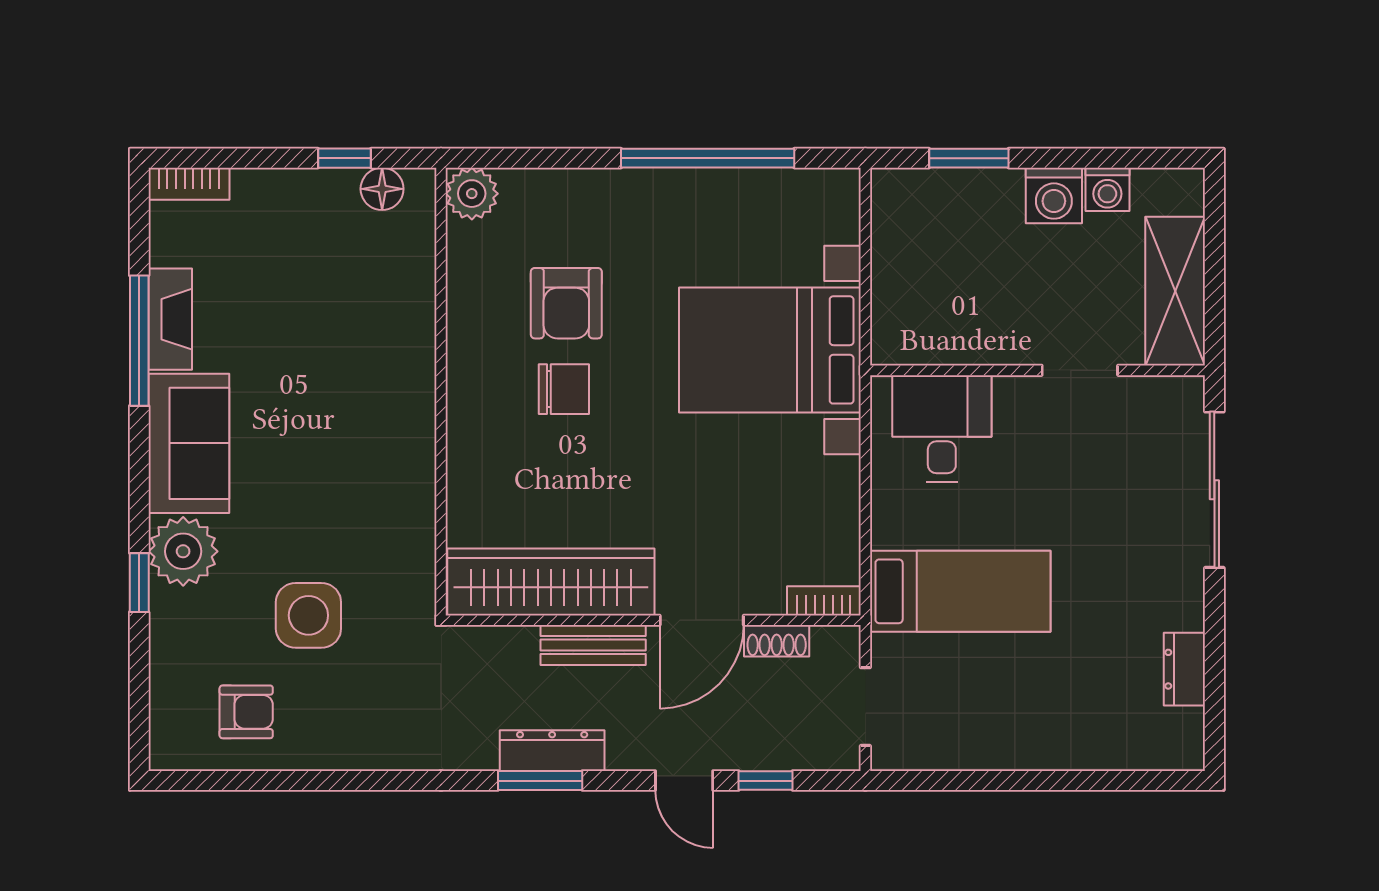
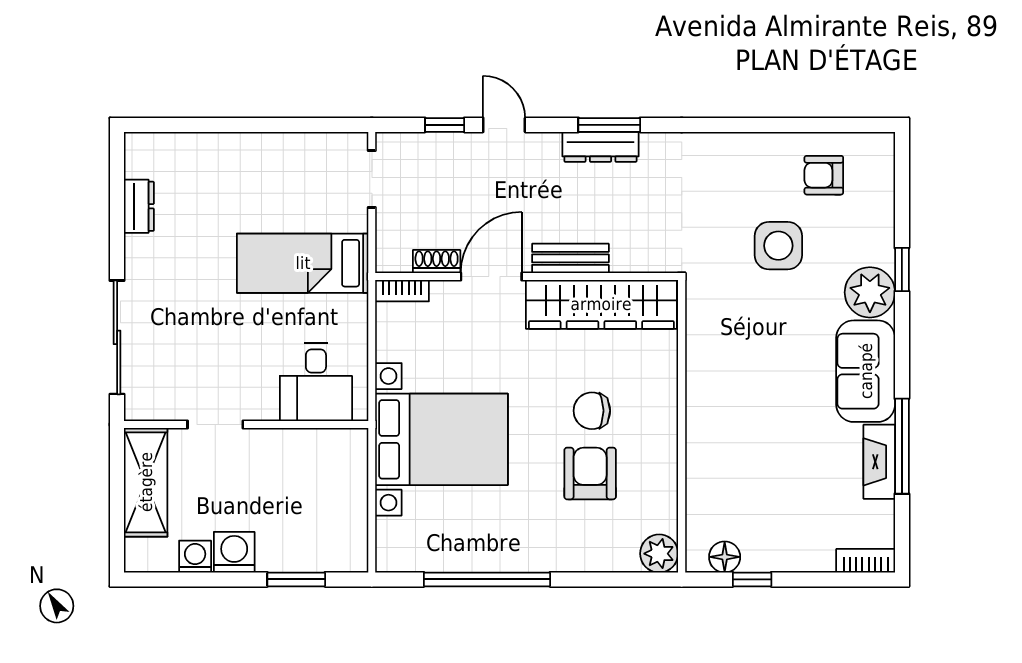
wardrobe: (551, 582) -> (601, 304), moved
bookcase: (824, 601) -> (402, 291), moved
wall: (653, 620) -> (527, 276), moved
door: (702, 620) -> (491, 276), moved
shoe rack: (777, 641) -> (437, 261), moved
bench: (593, 645) -> (570, 258), moved

